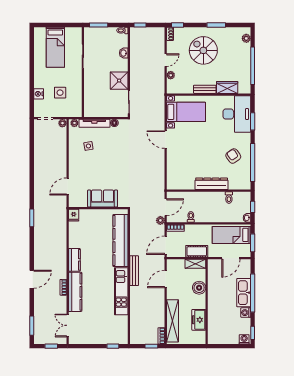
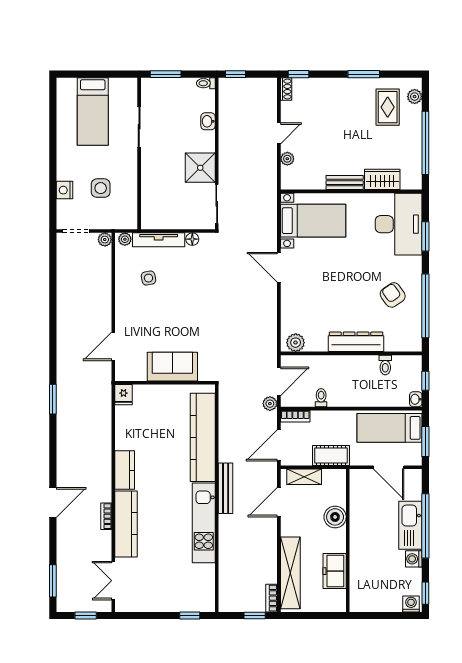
rug: (230, 45) -> (388, 107), added
spiral stairs: (203, 50) -> (342, 117), removed
plant: (176, 184) -> (296, 343), added
door: (231, 258) -> (389, 467), hinge flipped
shelving: (195, 264) -> (304, 477), moved

